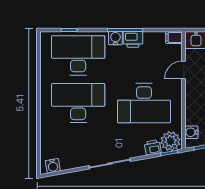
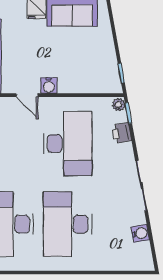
water cooler: (191, 132) -> (49, 86), moved
plant: (170, 141) -> (119, 105), width x0.53, depth x0.53
water cooler: (53, 166) -> (140, 233), moved

